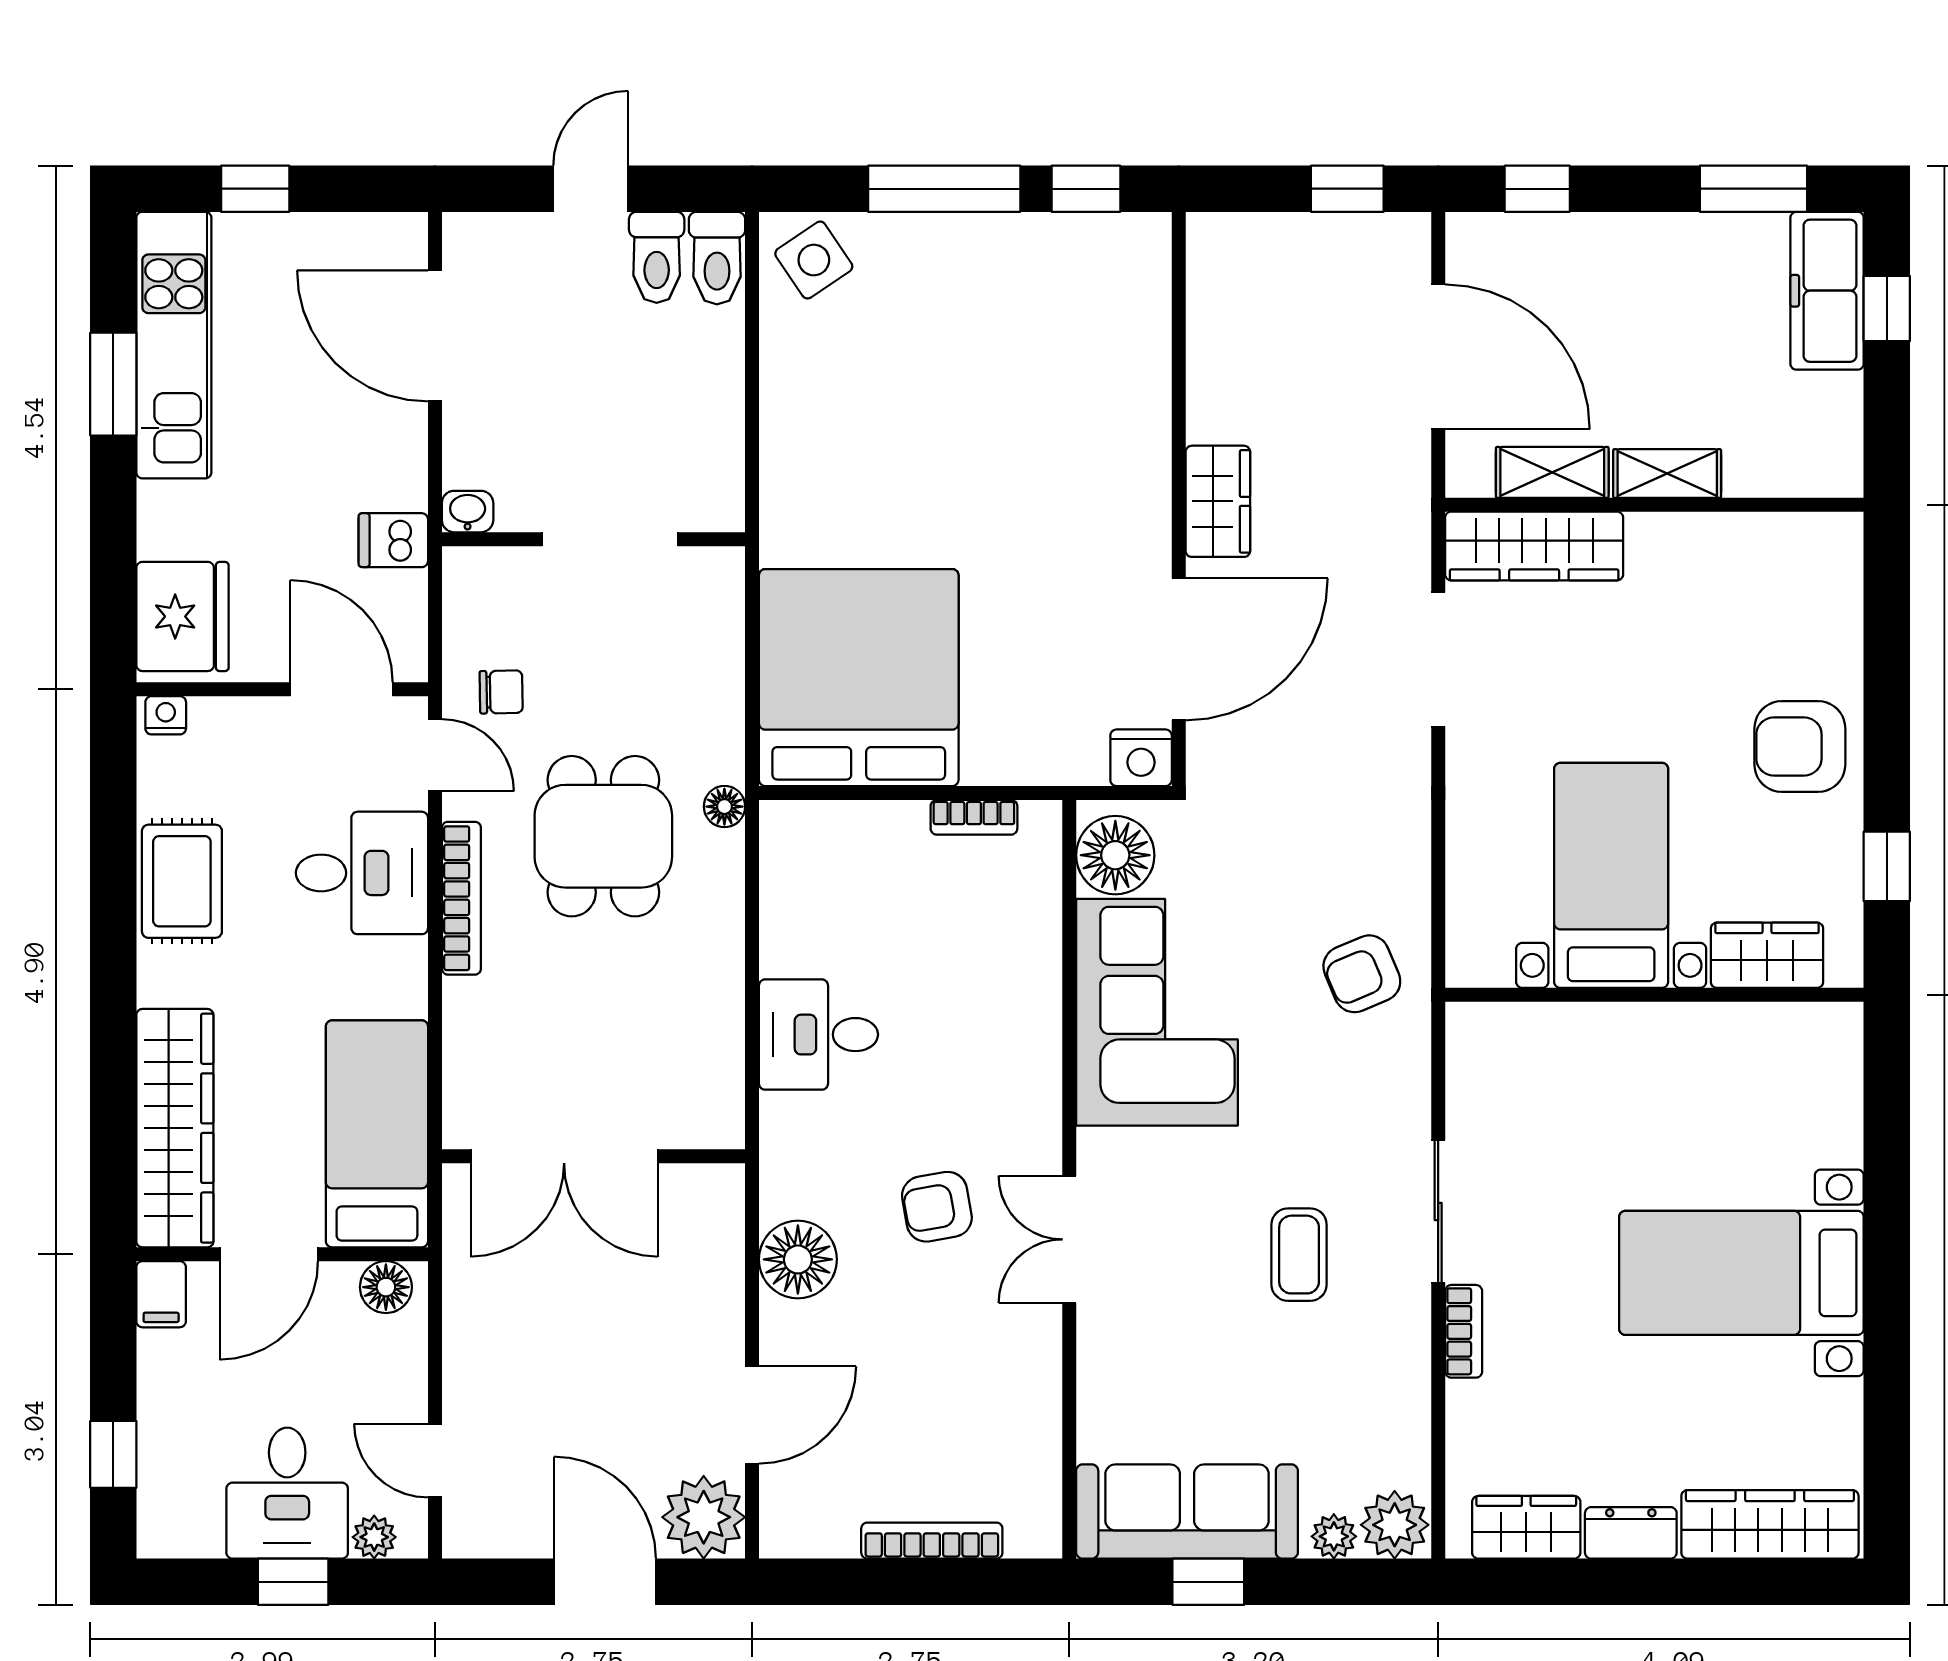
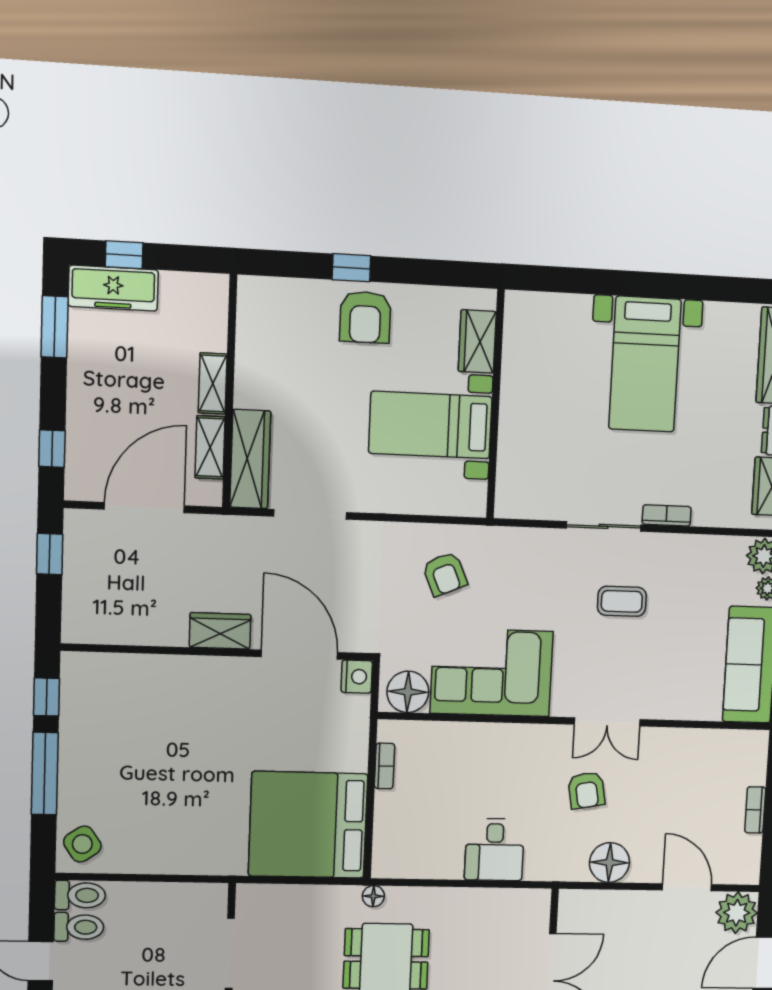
window: (1887, 866) -> (351, 268), moved
armchair: (1362, 974) -> (445, 574), moved
bookcase: (932, 1541) -> (755, 810), width x0.64

